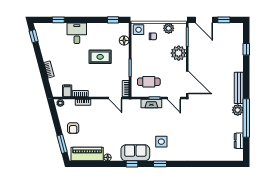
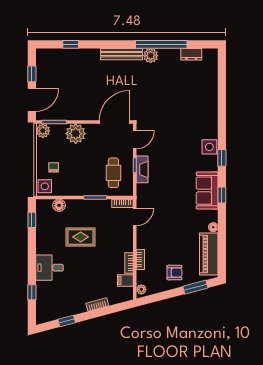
plant: (169, 28) -> (43, 131), moved
window: (34, 36) -> (67, 321), moved
rug: (100, 57) -> (81, 237), turned 90
side table: (161, 142) -> (209, 147), moved

